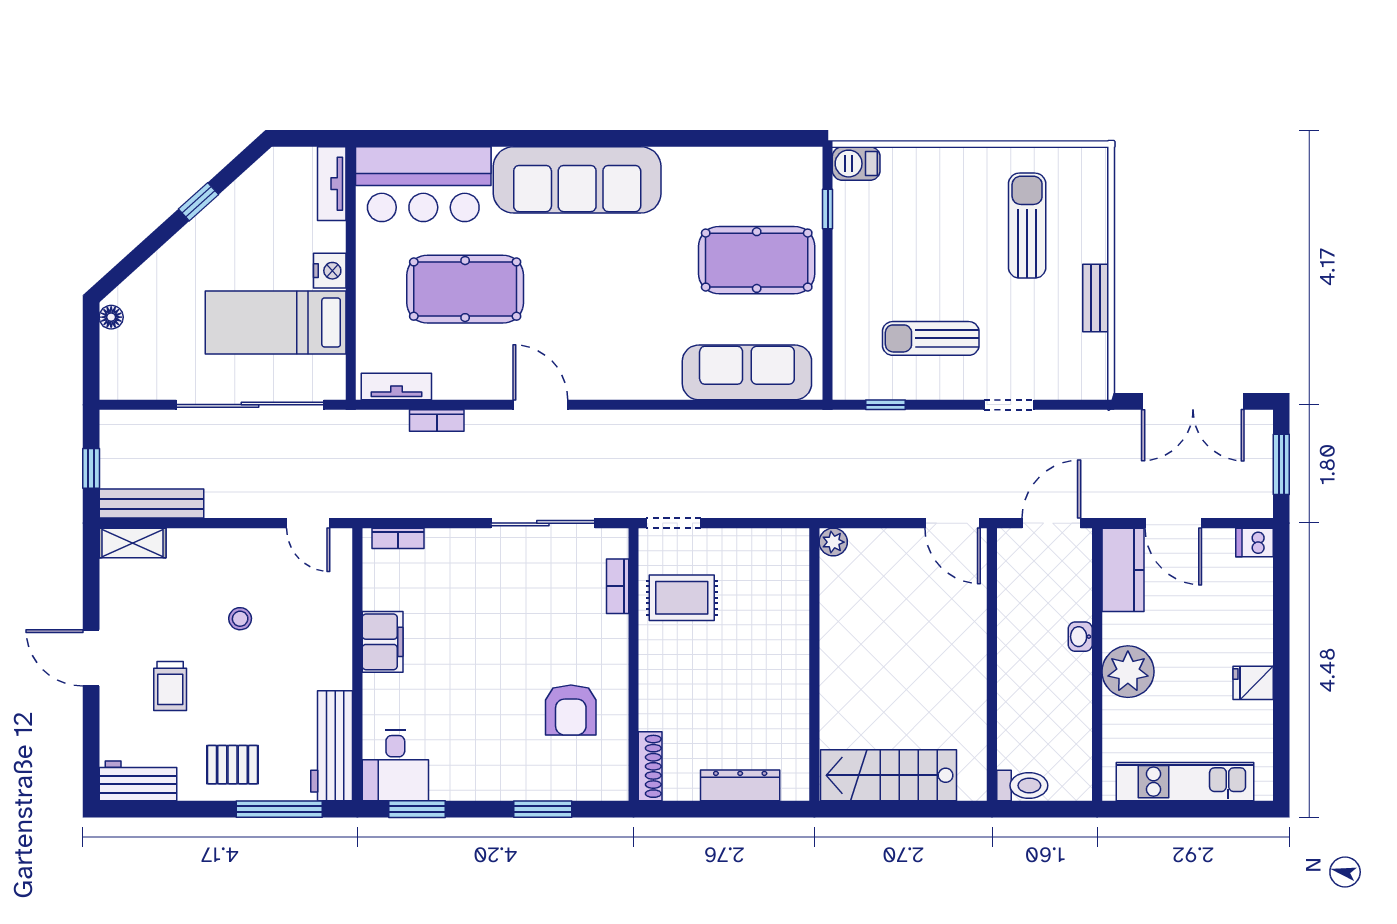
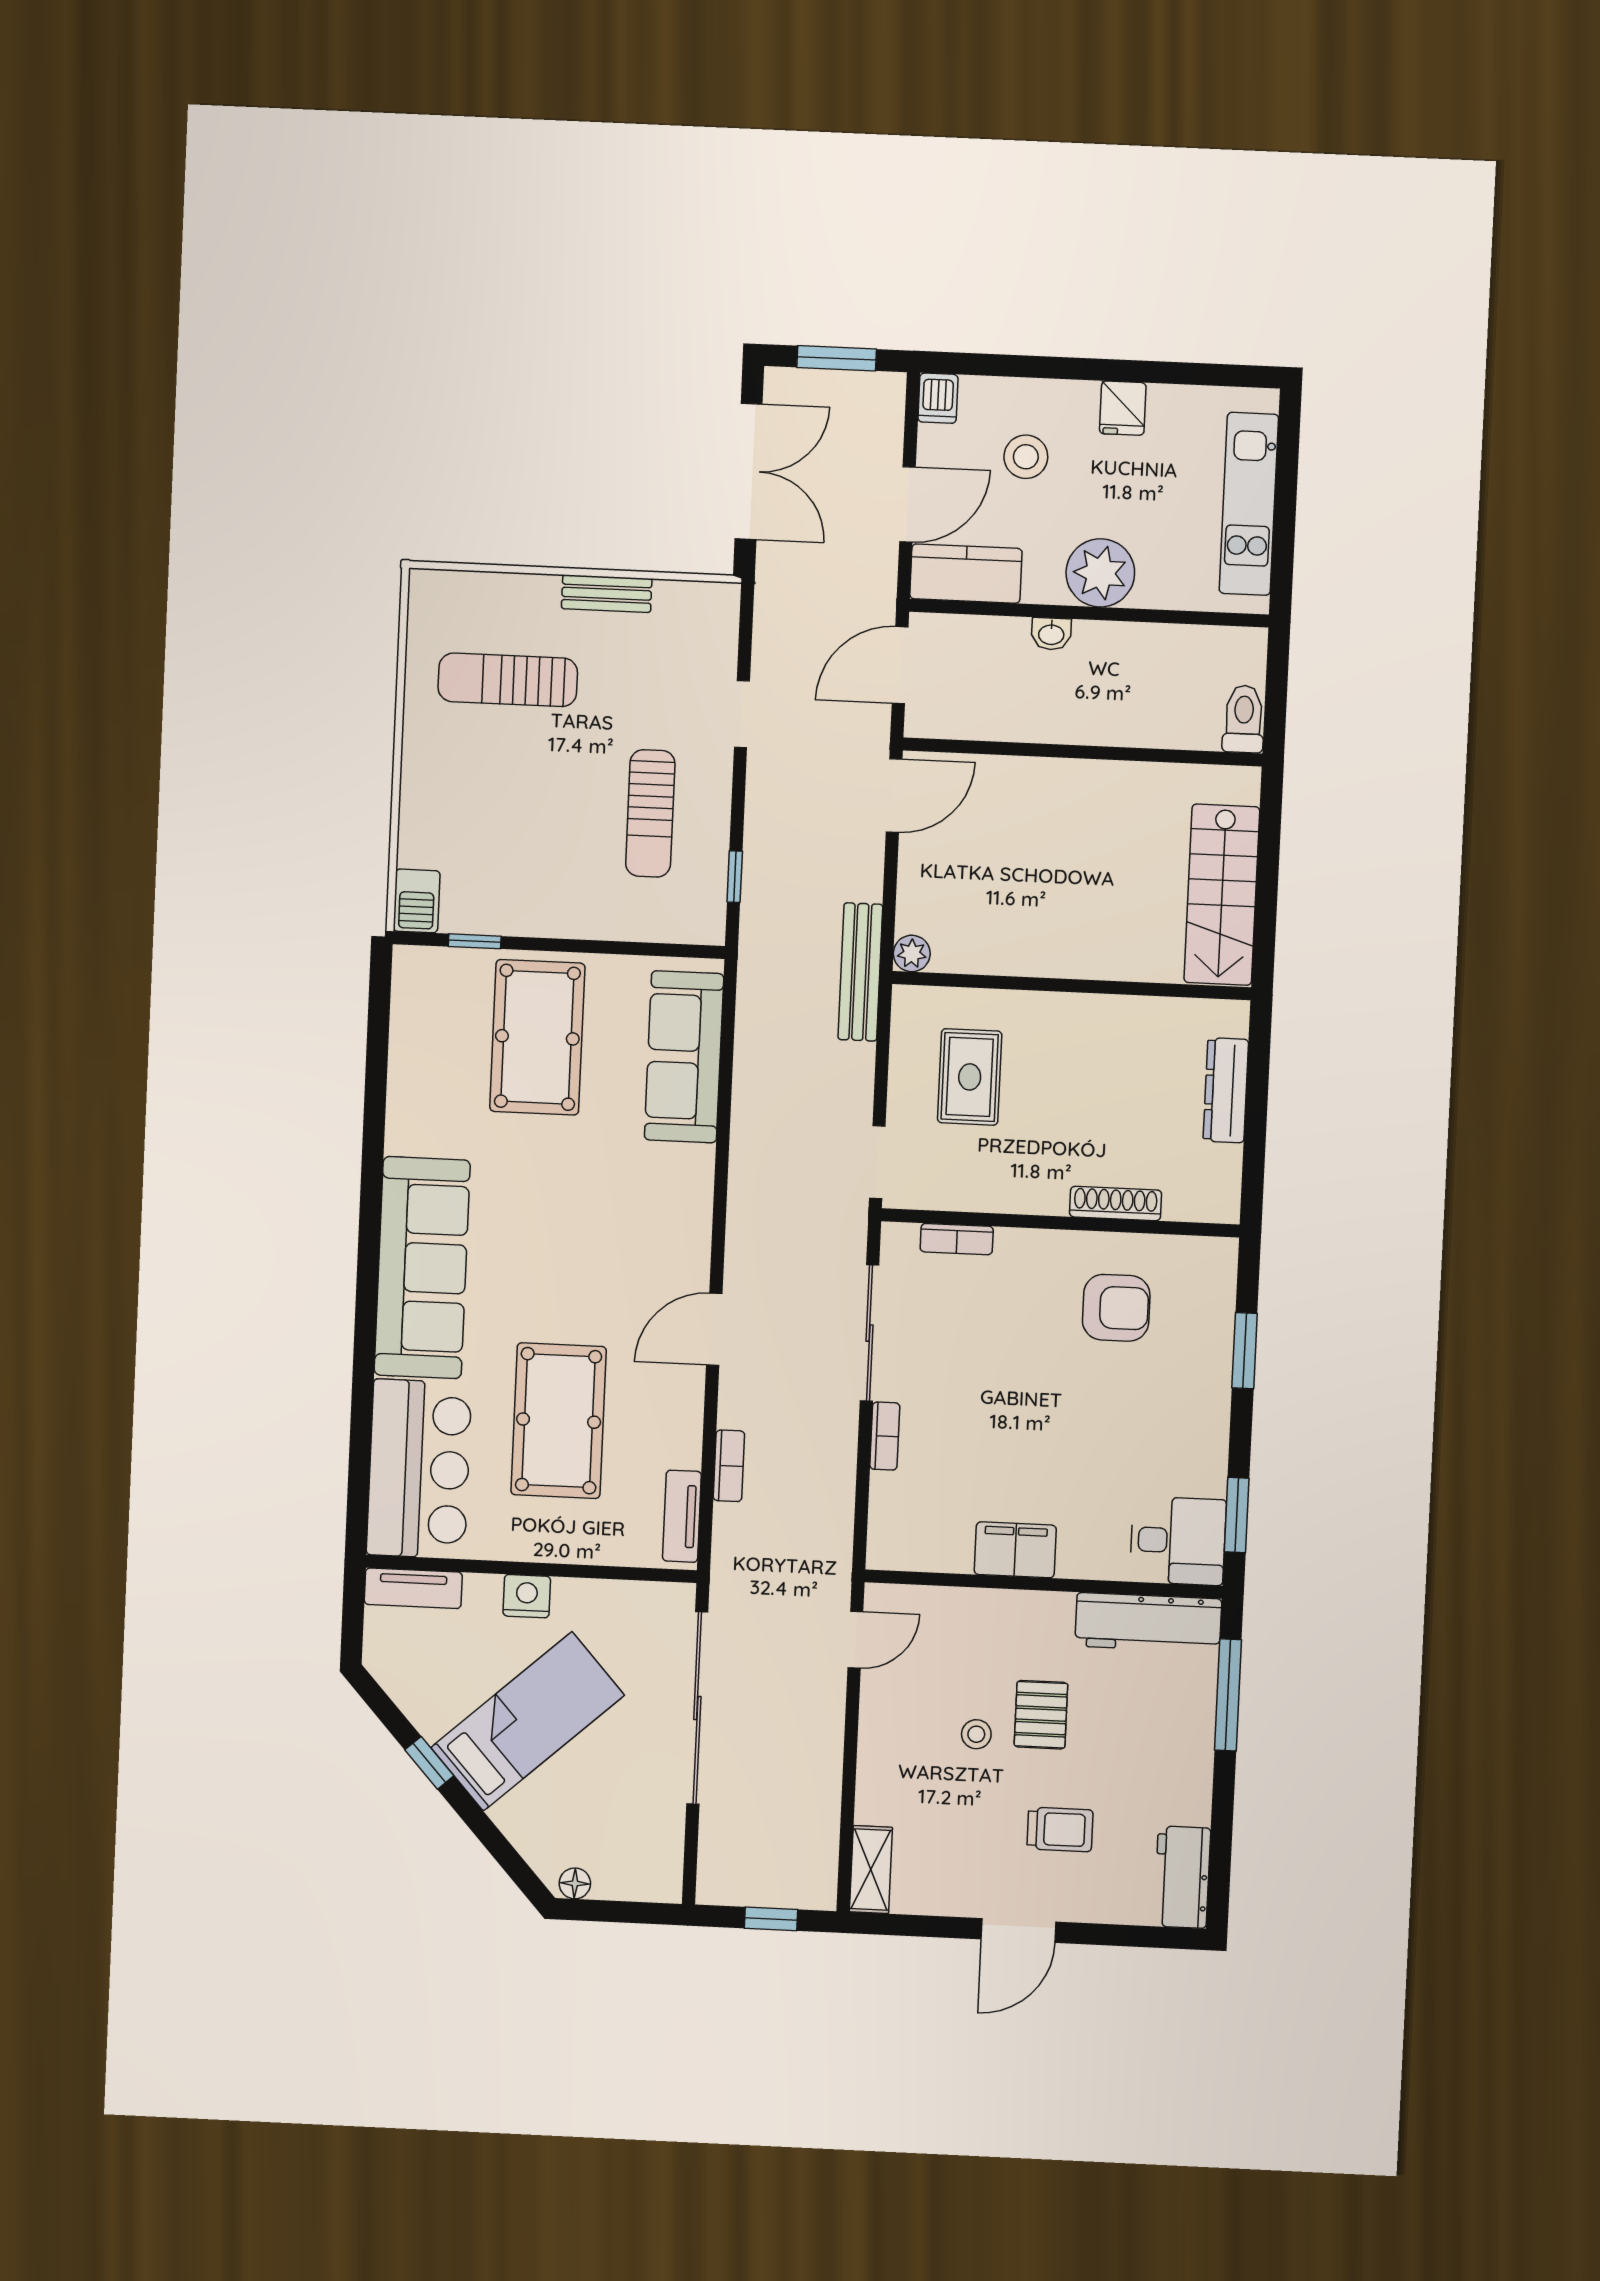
bed: (276, 322) -> (528, 1721), moved, turned -132
bench: (151, 504) -> (860, 972), moved
door: (1051, 523) -> (900, 665), hinge flipped
bookcase: (398, 538) -> (885, 1436), moved
rug: (682, 598) -> (970, 1077), moved
stool: (1213, 611) -> (1026, 457), added
pallet: (233, 765) -> (1041, 1715), moved
shoe rack: (650, 766) -> (1116, 1204), moved

